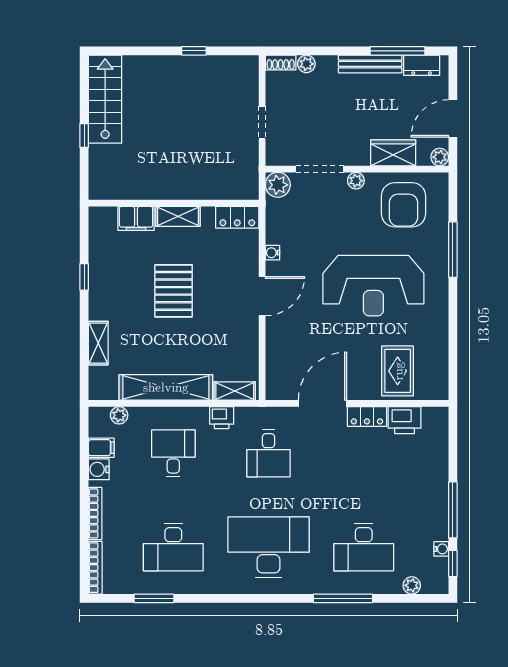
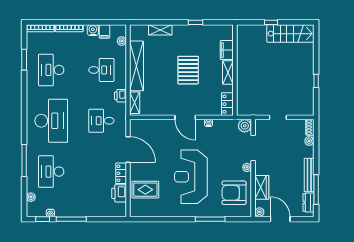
pallet: (174, 291) -> (188, 70), turned 90

